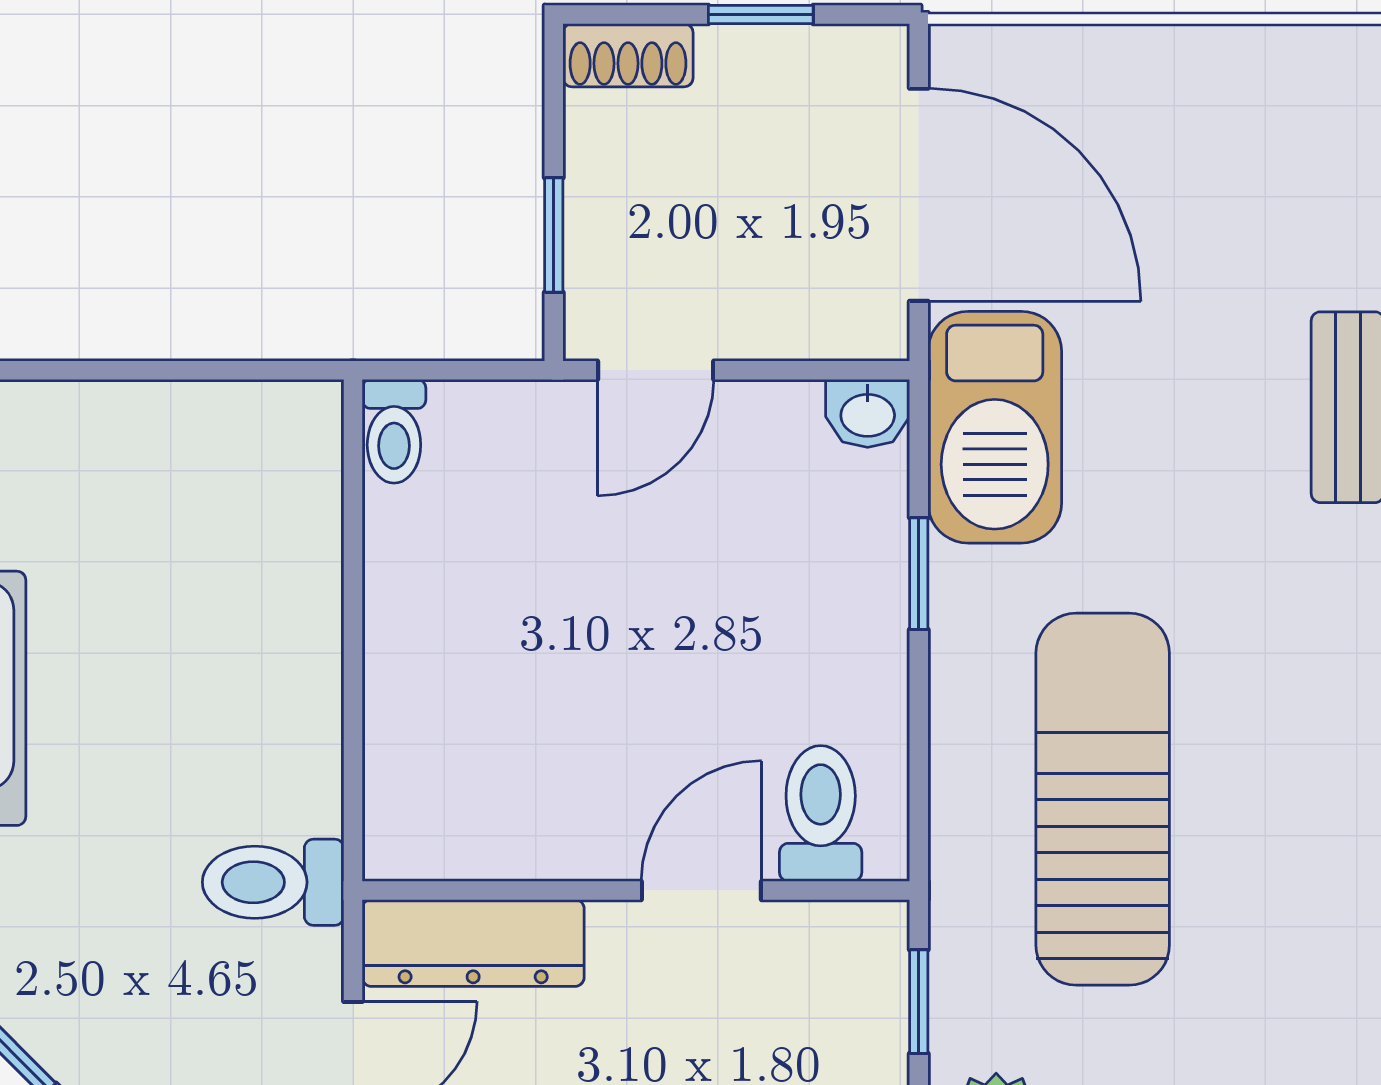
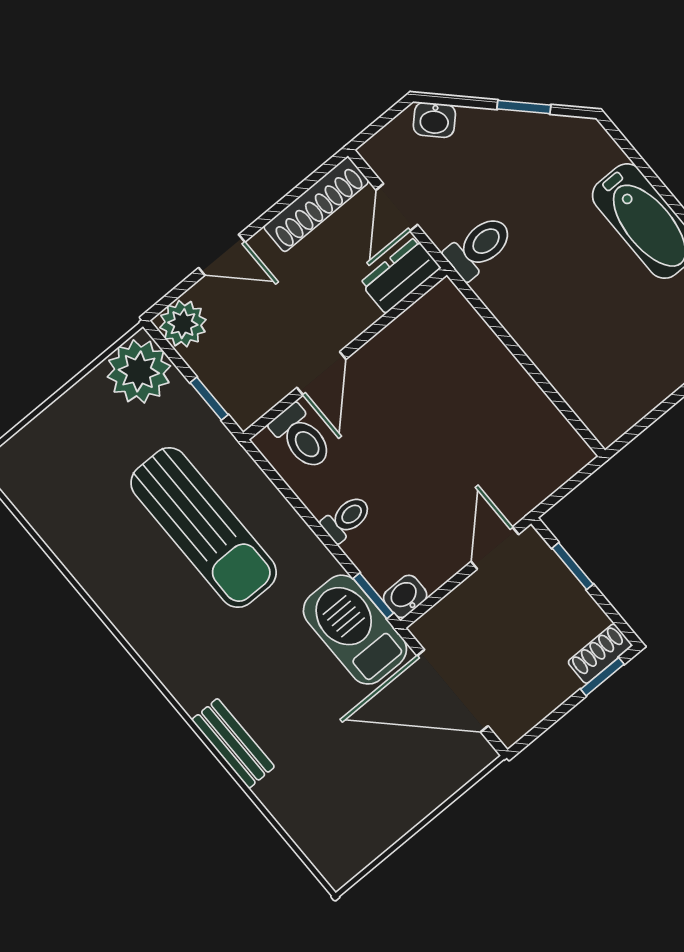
window: (761, 14) -> (602, 677), moved
toilet: (394, 431) -> (346, 519), moved, turned 90
window: (919, 574) -> (373, 596), moved
dresser: (473, 943) -> (400, 275), width x0.70

